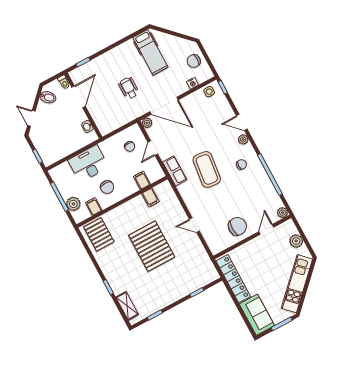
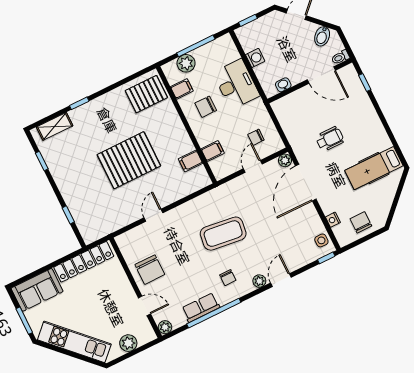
door: (153, 148) -> (253, 166), hinge flipped
washing machine: (67, 149) -> (255, 58), added
row of seats: (175, 171) -> (201, 308), moved, turned 180

